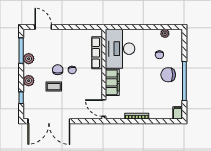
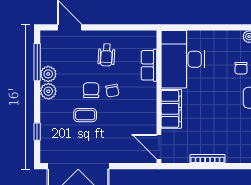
wheelchair: (68, 46) -> (106, 55), added
row of seats: (97, 53) -> (149, 65), width x0.68
plant: (29, 81) -> (48, 91), moved

